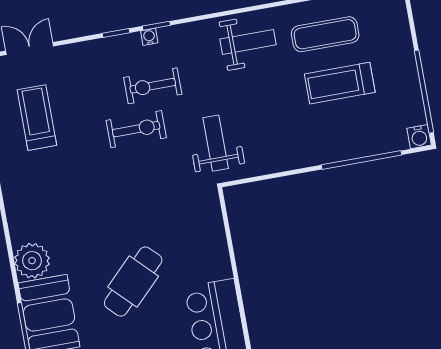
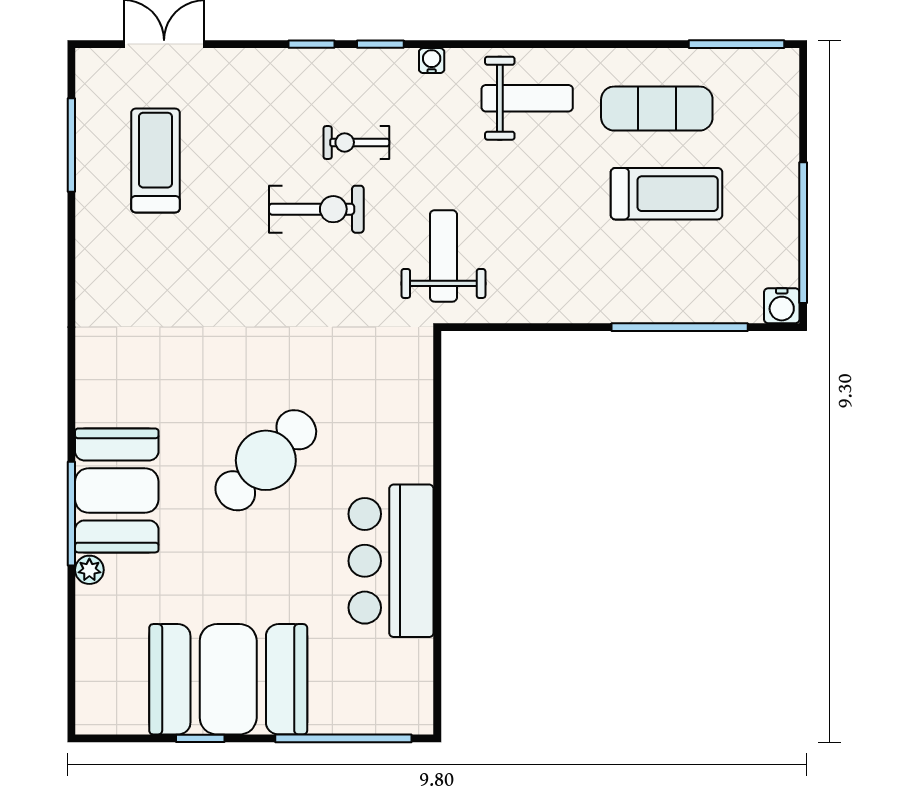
water cooler: (149, 37) -> (432, 61), moved
treadmill: (340, 83) -> (667, 194), turned 180
exercise bike: (153, 86) -> (356, 142), width x0.73, depth x0.72
plant: (32, 261) -> (105, 396), removed

